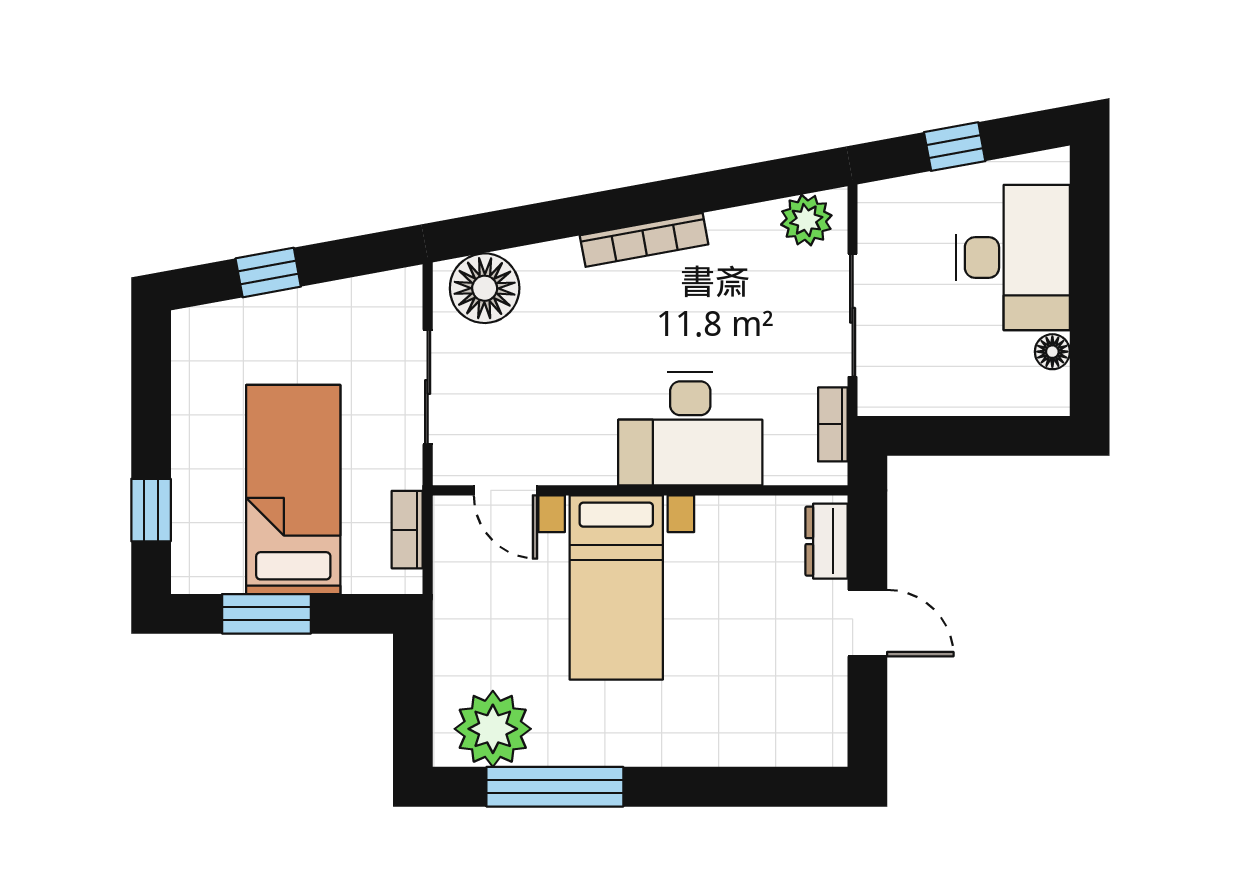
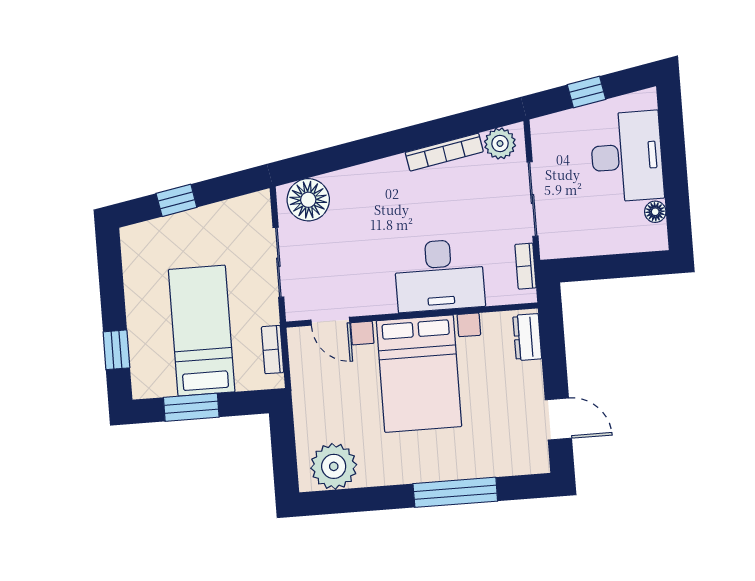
bookcase: (644, 240) -> (444, 152), moved
bed with nightstands: (616, 587) -> (419, 374), width x1.36
door: (867, 623) -> (558, 419), moved
window: (555, 787) -> (455, 492), moved

